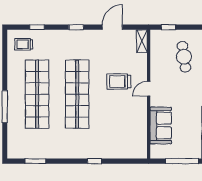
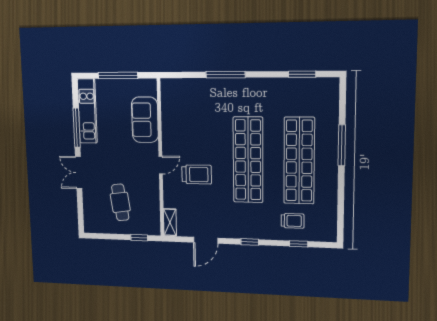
trolley: (24, 44) -> (293, 221), moved
window: (95, 161) -> (225, 75), width x2.17

